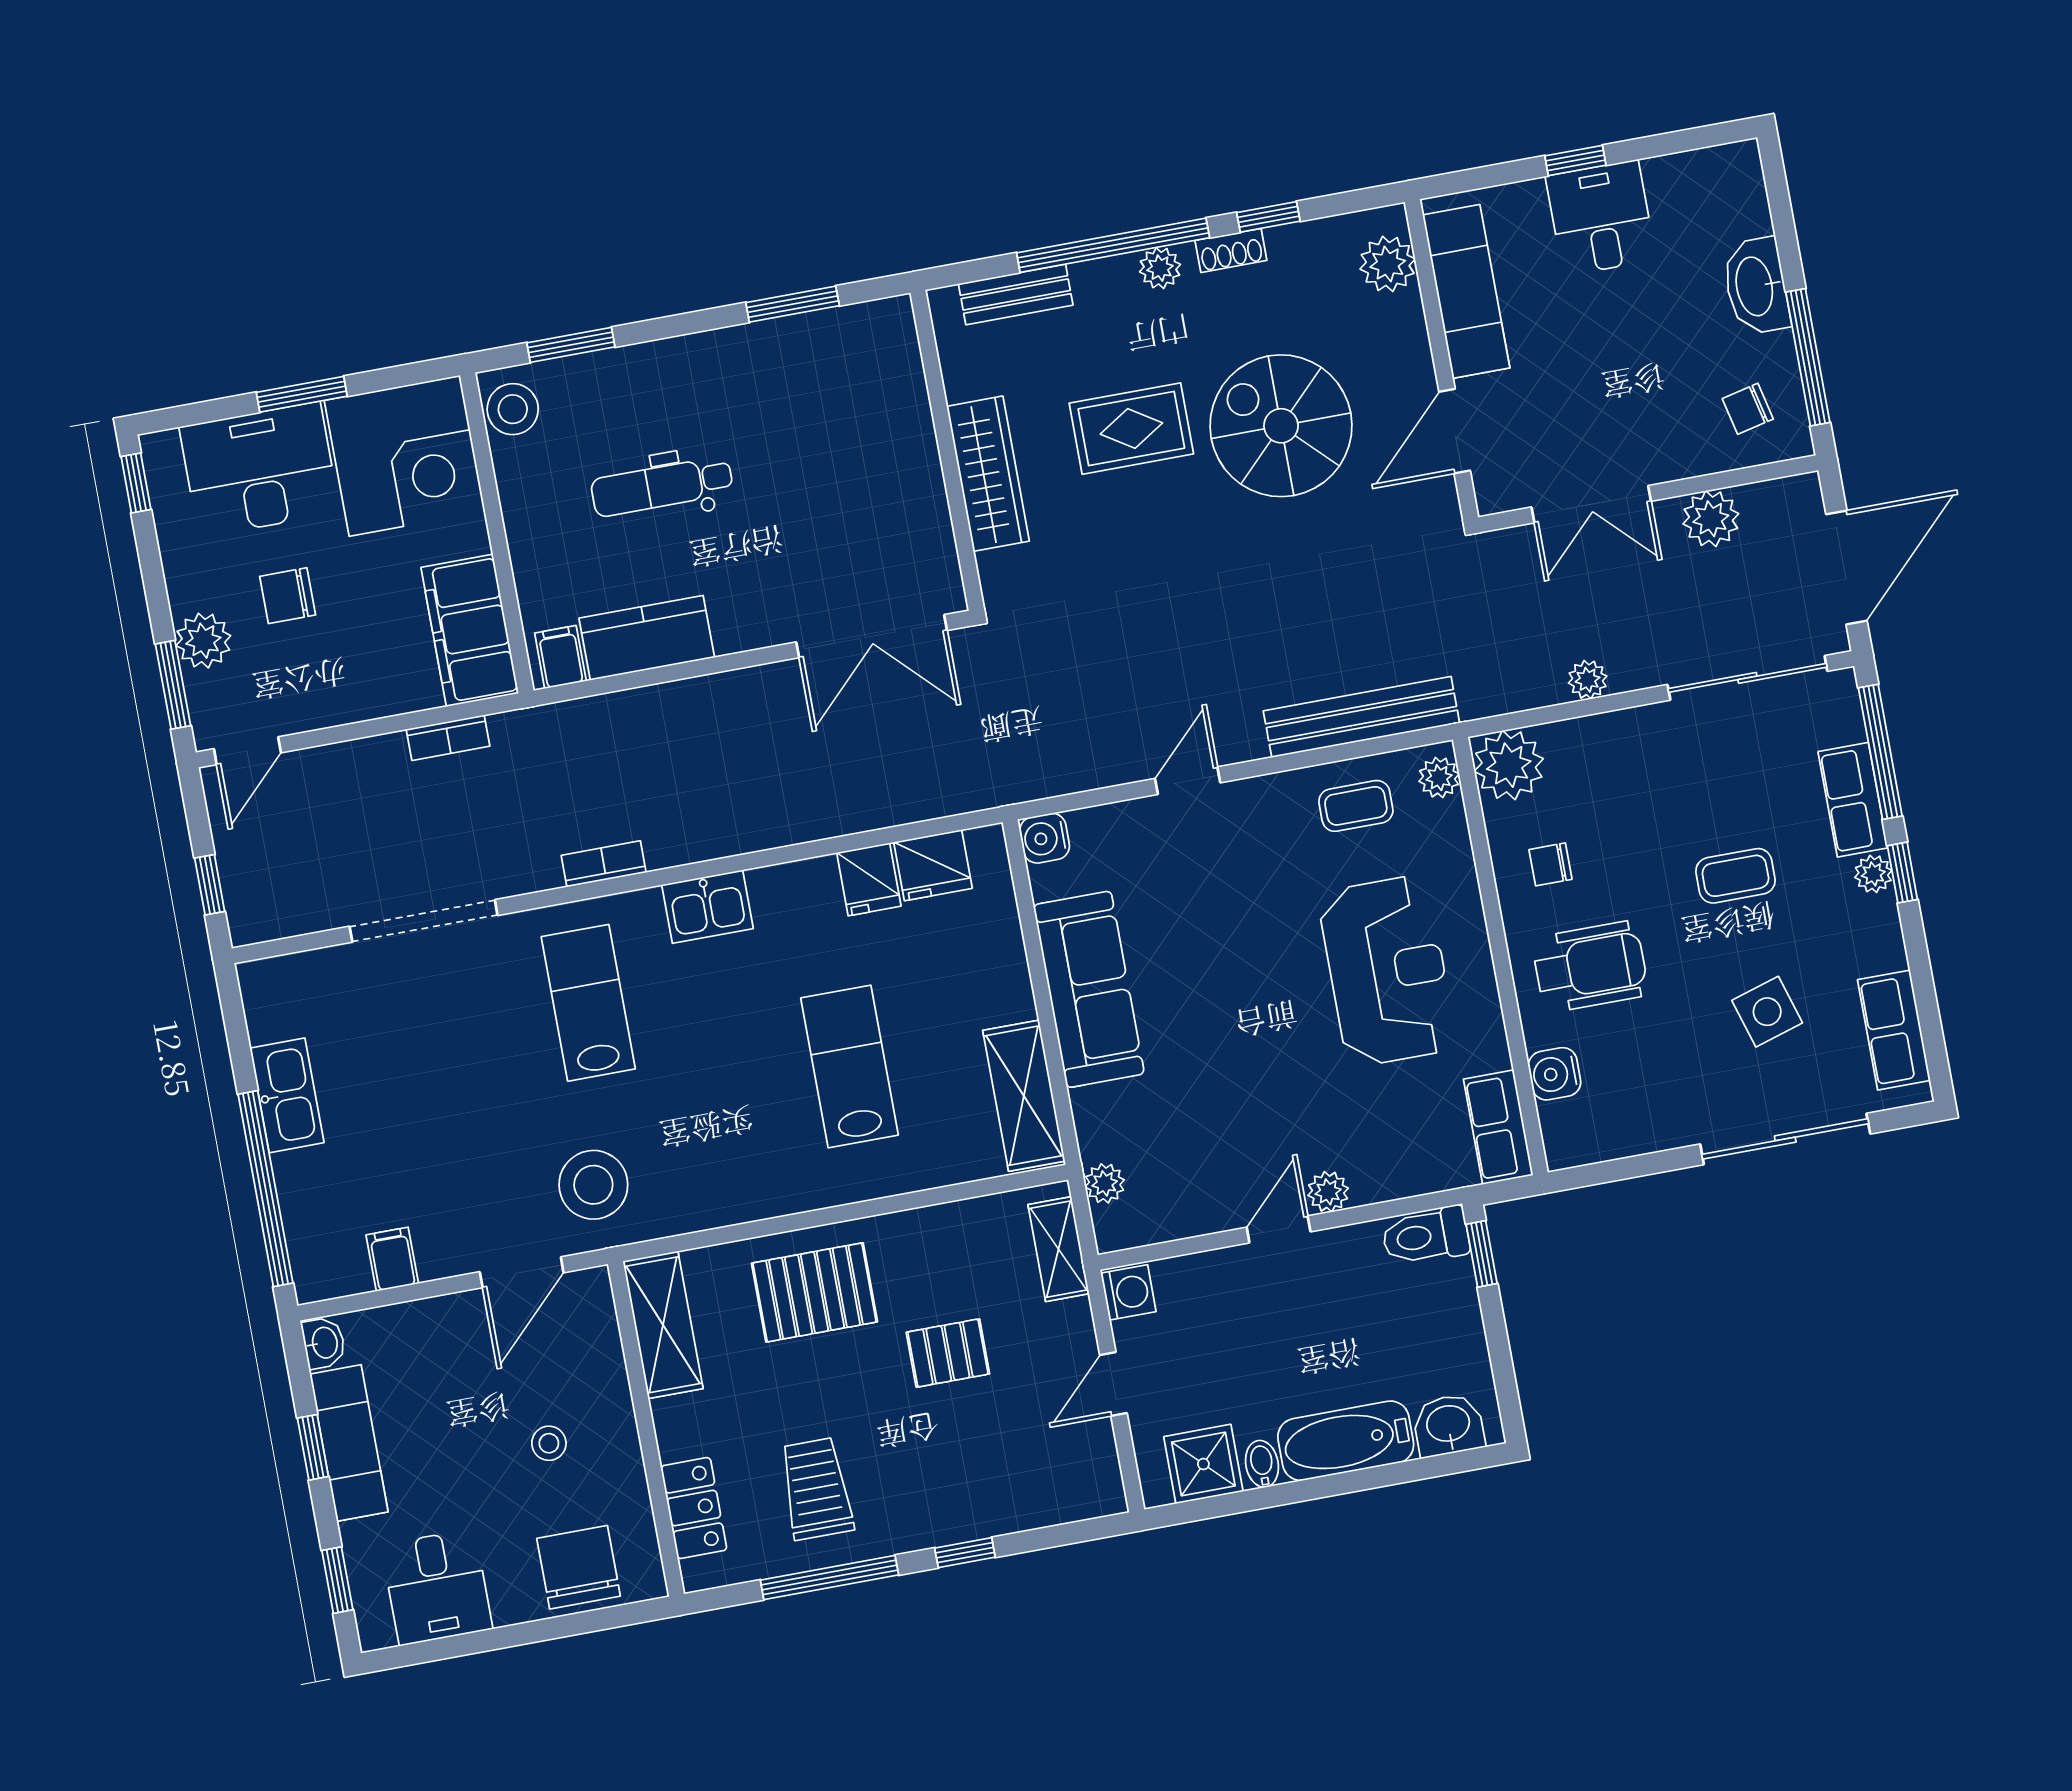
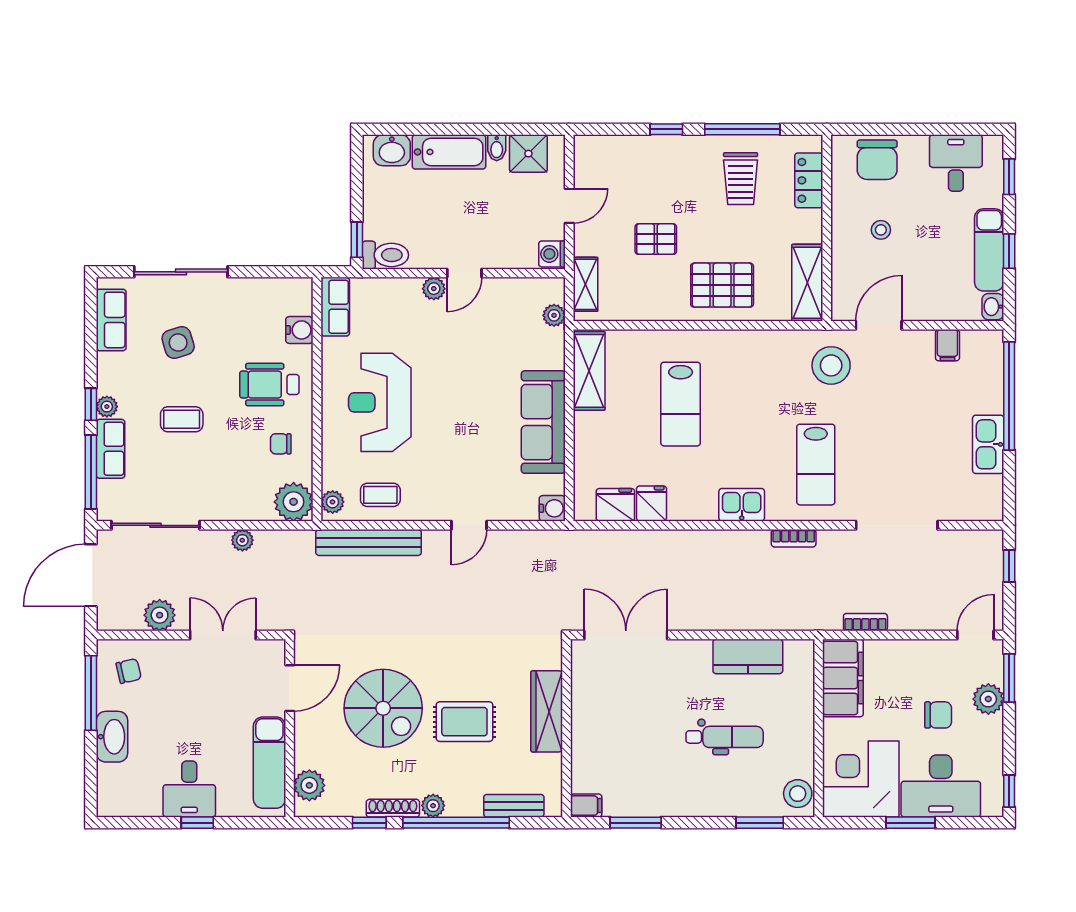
shoe rack: (1231, 250) -> (393, 808), width x1.43
filing cabinet: (560, 657) -> (586, 806), moved, turned -90
chair: (1550, 864) -> (281, 444), turned 180

